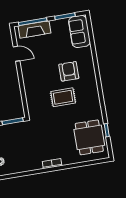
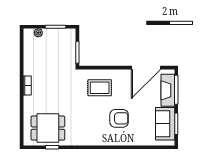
sofa: (79, 32) -> (165, 124), moved, turned -90
door: (17, 54) -> (146, 68), width x1.88
rug: (63, 97) -> (100, 88), moved, turned 90

